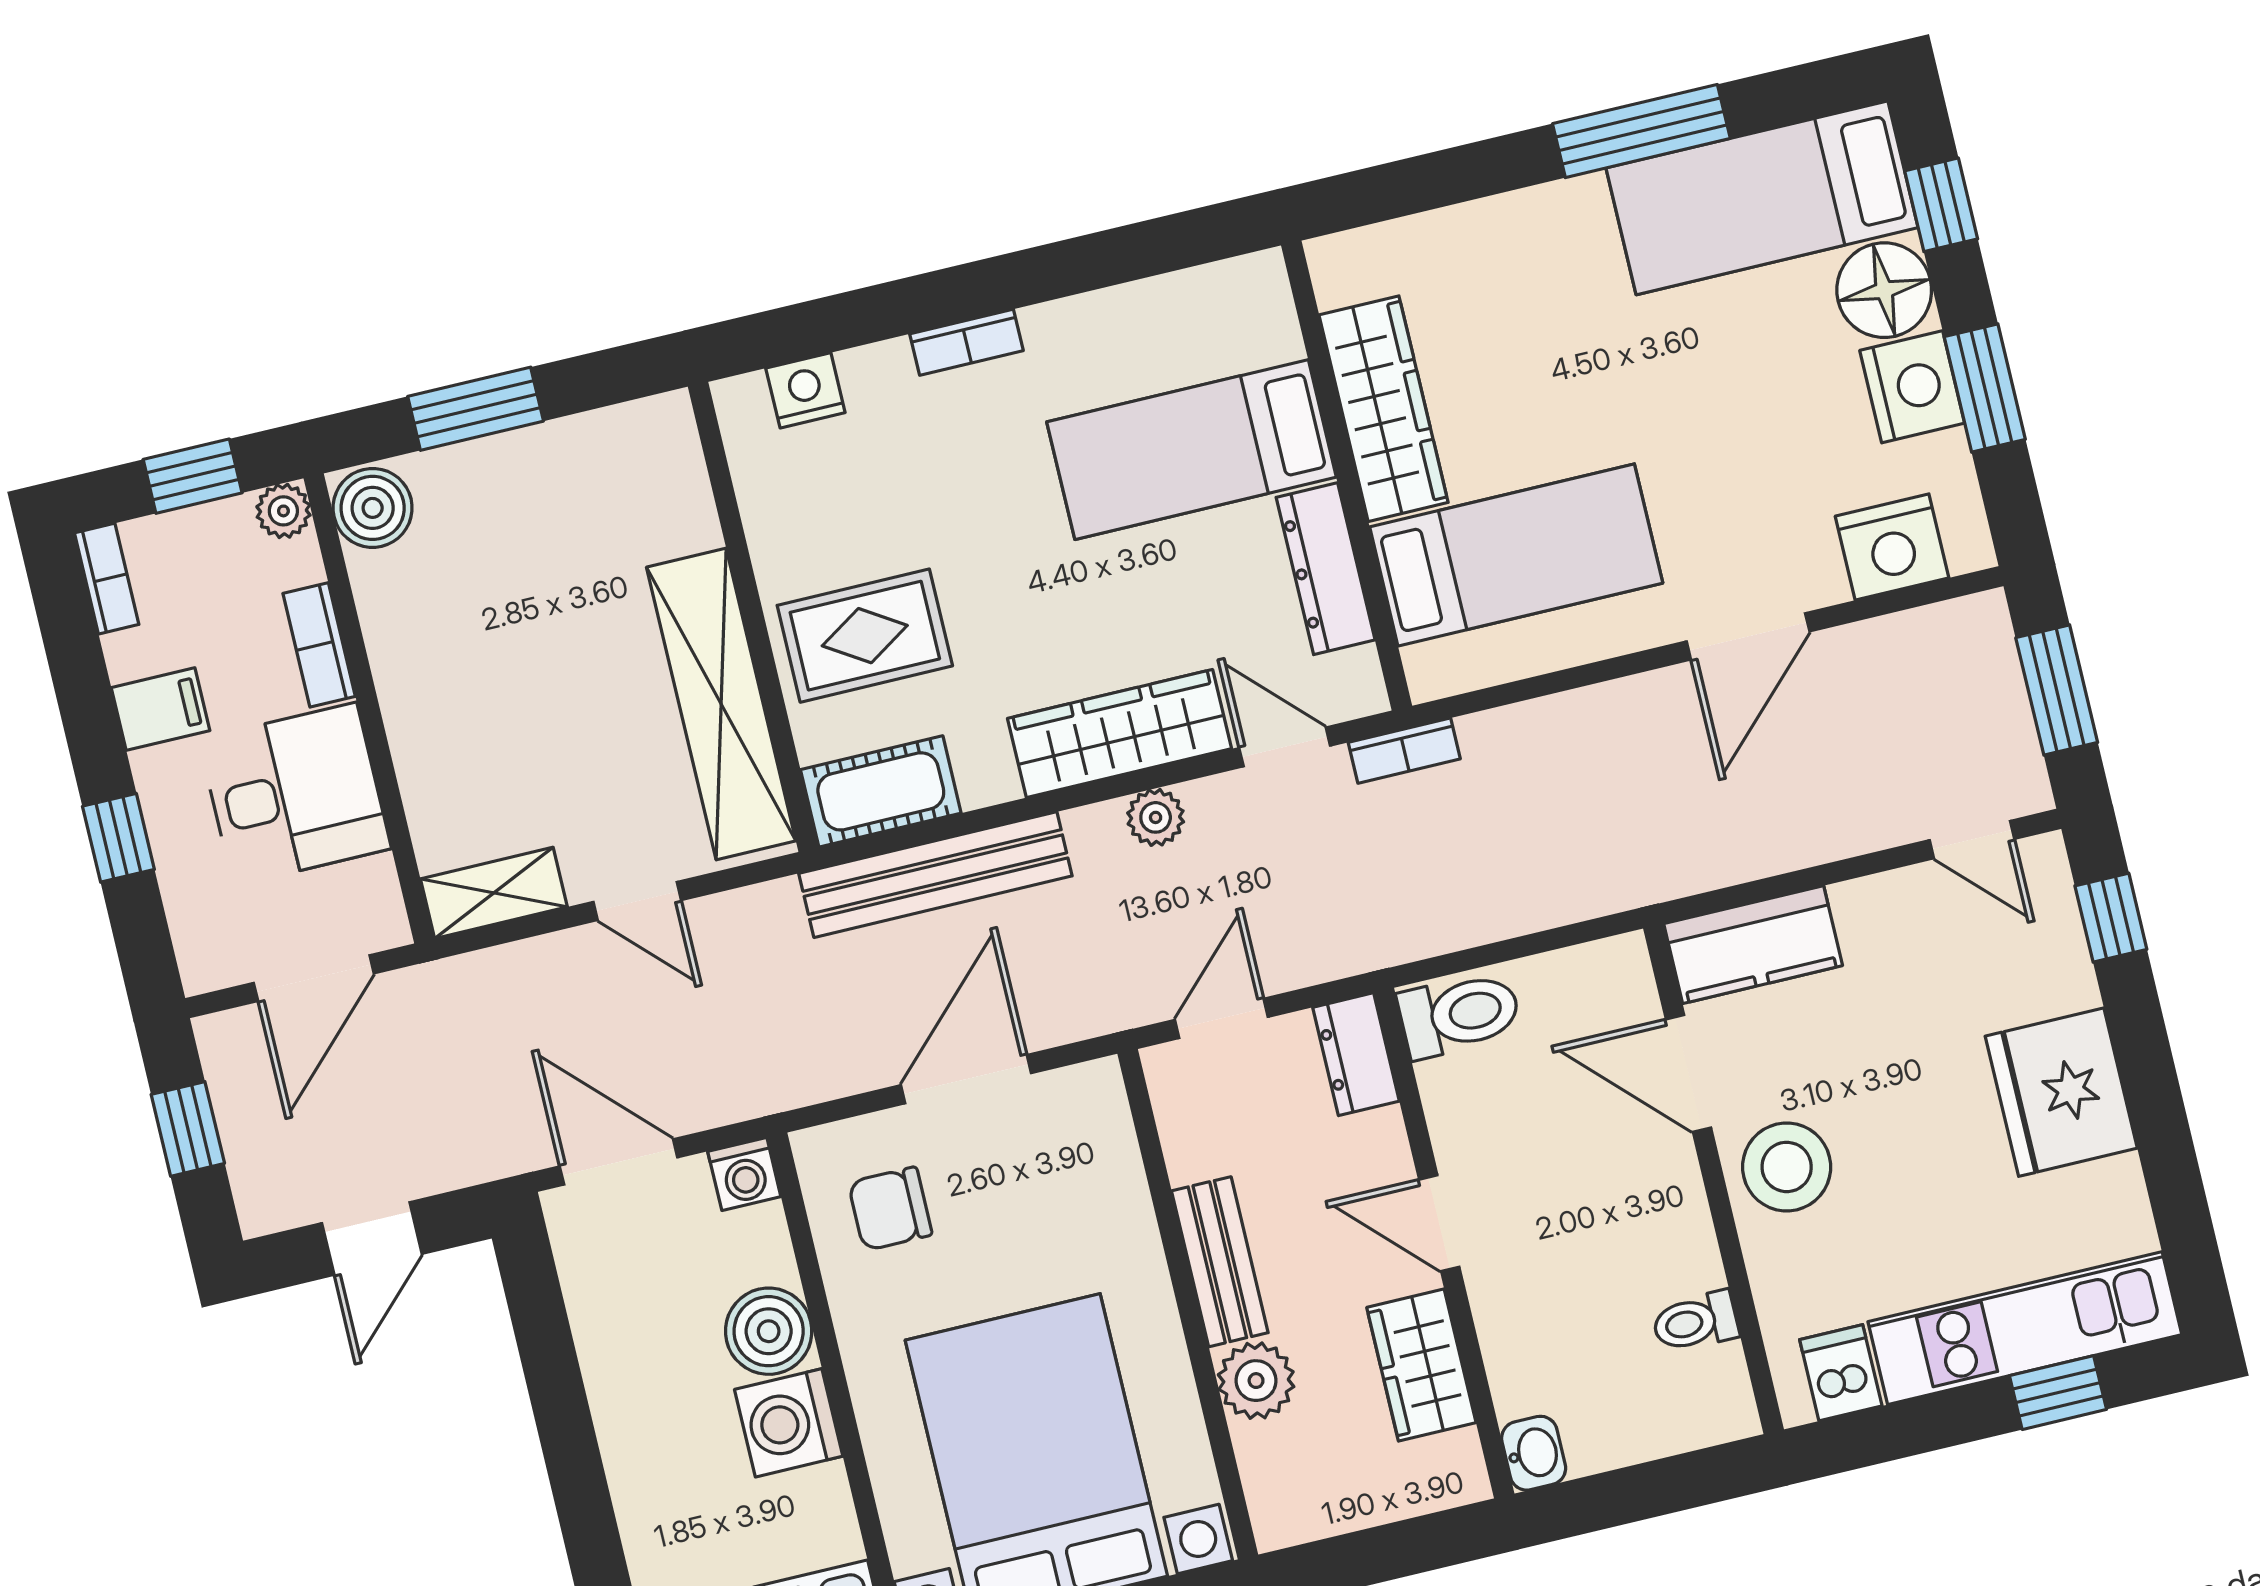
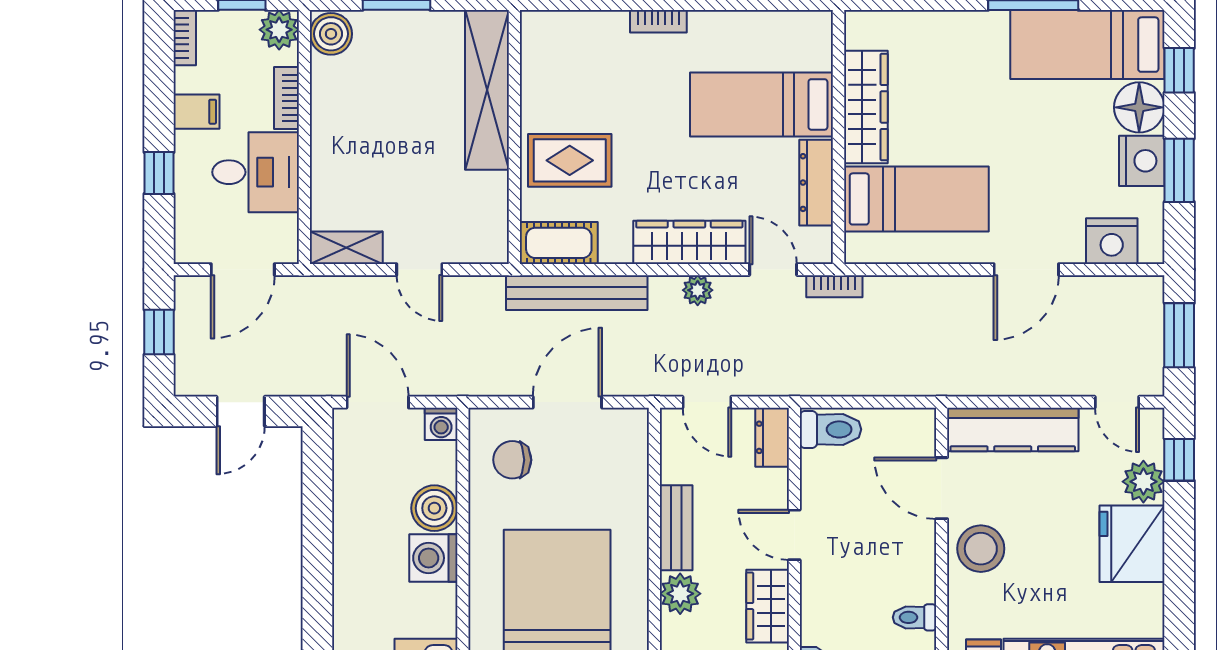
nightstand: (805, 390) -> (569, 26), removed
plant: (283, 511) -> (279, 30), width x1.38, depth x1.38
shelving: (721, 704) -> (487, 90), moved
kitchen counter: (1753, 945) -> (1013, 430), width x1.50
plant: (2055, 973) -> (1143, 482), added
door: (1221, 1018) -> (707, 402), swing flipped

